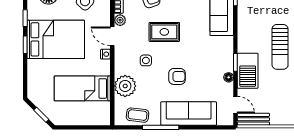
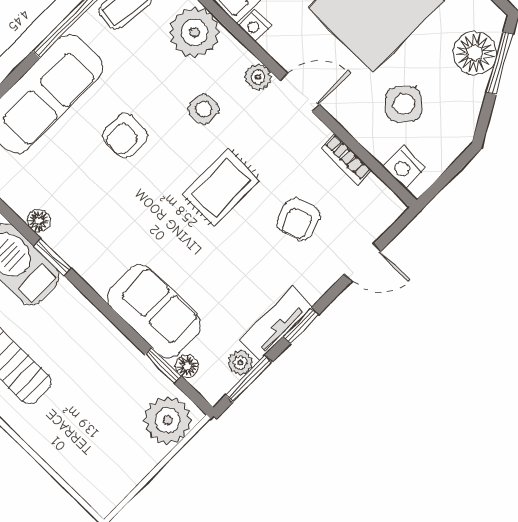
plant: (120, 20) -> (258, 77), moved
nightstand: (105, 54) -> (255, 26), moved

